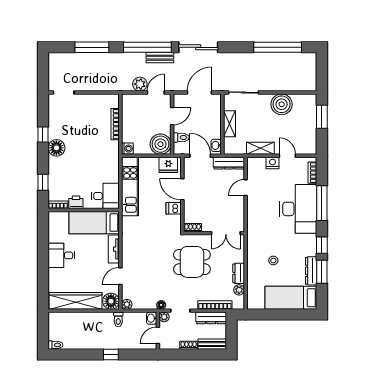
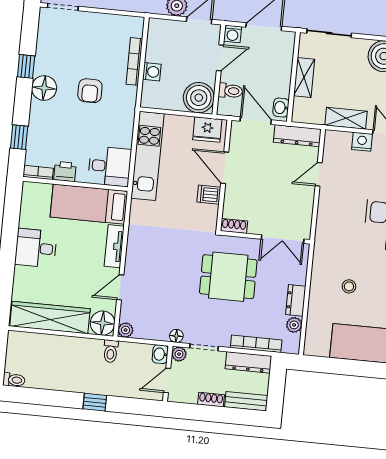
washing machine: (179, 99) -> (233, 34), added
armchair: (87, 147) -> (90, 91), added
washing machine: (127, 149) -> (152, 72), moved

